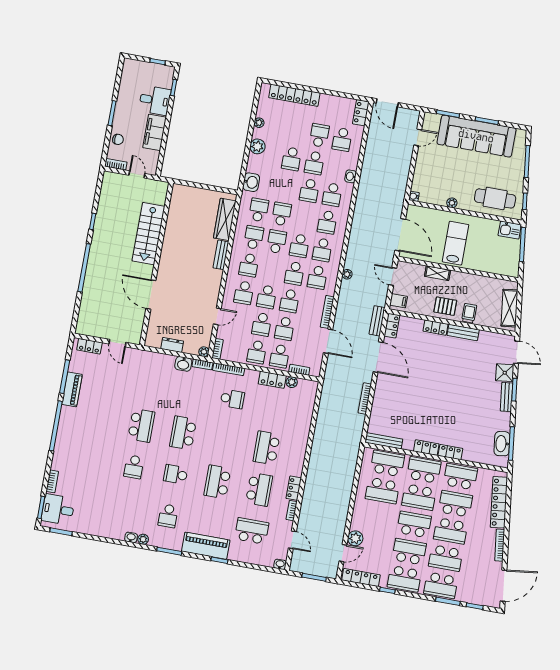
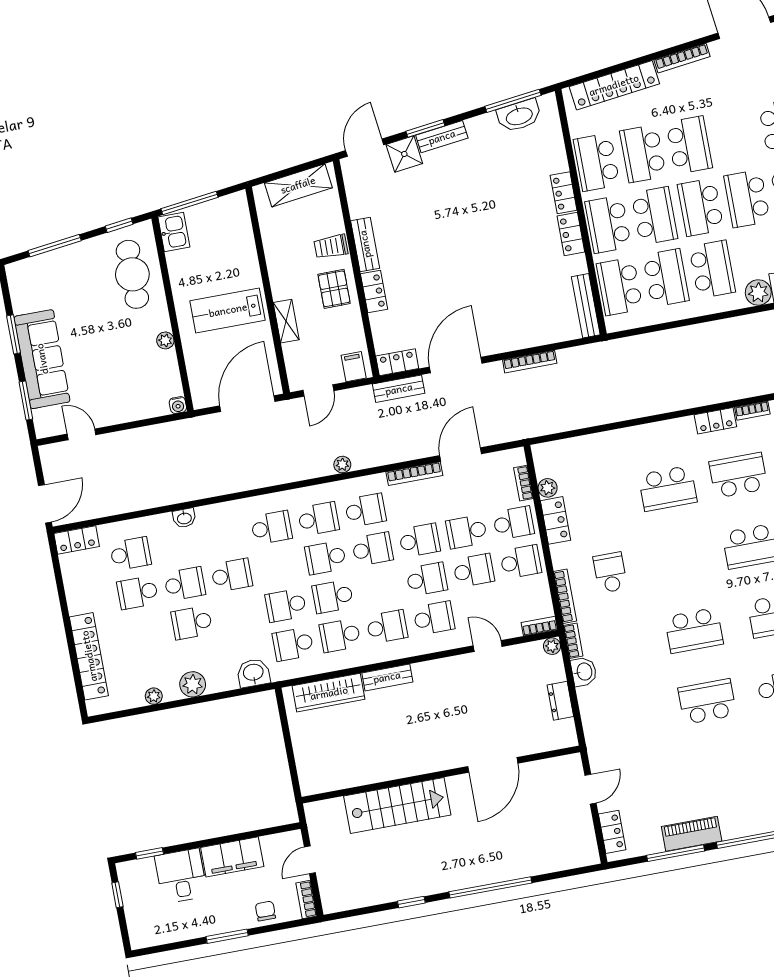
sofa: (476, 136) -> (42, 359), width x0.74, depth x0.79
school desk: (291, 159) -> (192, 623), turned 180
school desk: (332, 195) -> (224, 536), removed
school desk: (299, 246) -> (326, 558), turned 180
school desk: (284, 328) -> (466, 532), turned 180
school desk: (446, 558) -> (712, 269), moved

